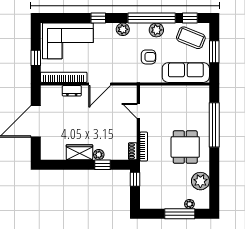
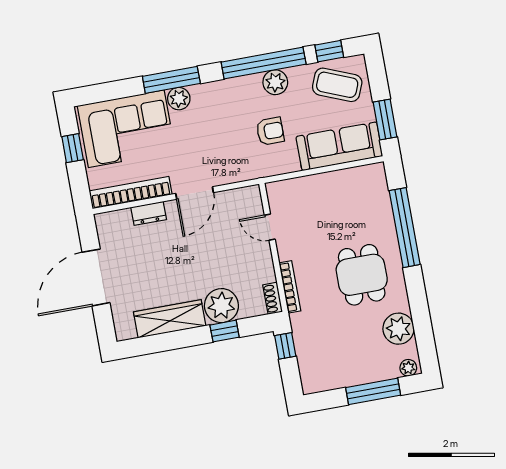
window: (98, 18) -> (171, 80), width x2.17
plant: (123, 29) -> (179, 99), moved
window: (214, 52) -> (385, 119), moved
window: (36, 58) -> (73, 148), moved
wardrobe: (79, 152) -> (170, 319), width x1.50
plant: (99, 155) -> (221, 306), width x1.88, depth x1.88
plant: (189, 204) -> (408, 368), moved

